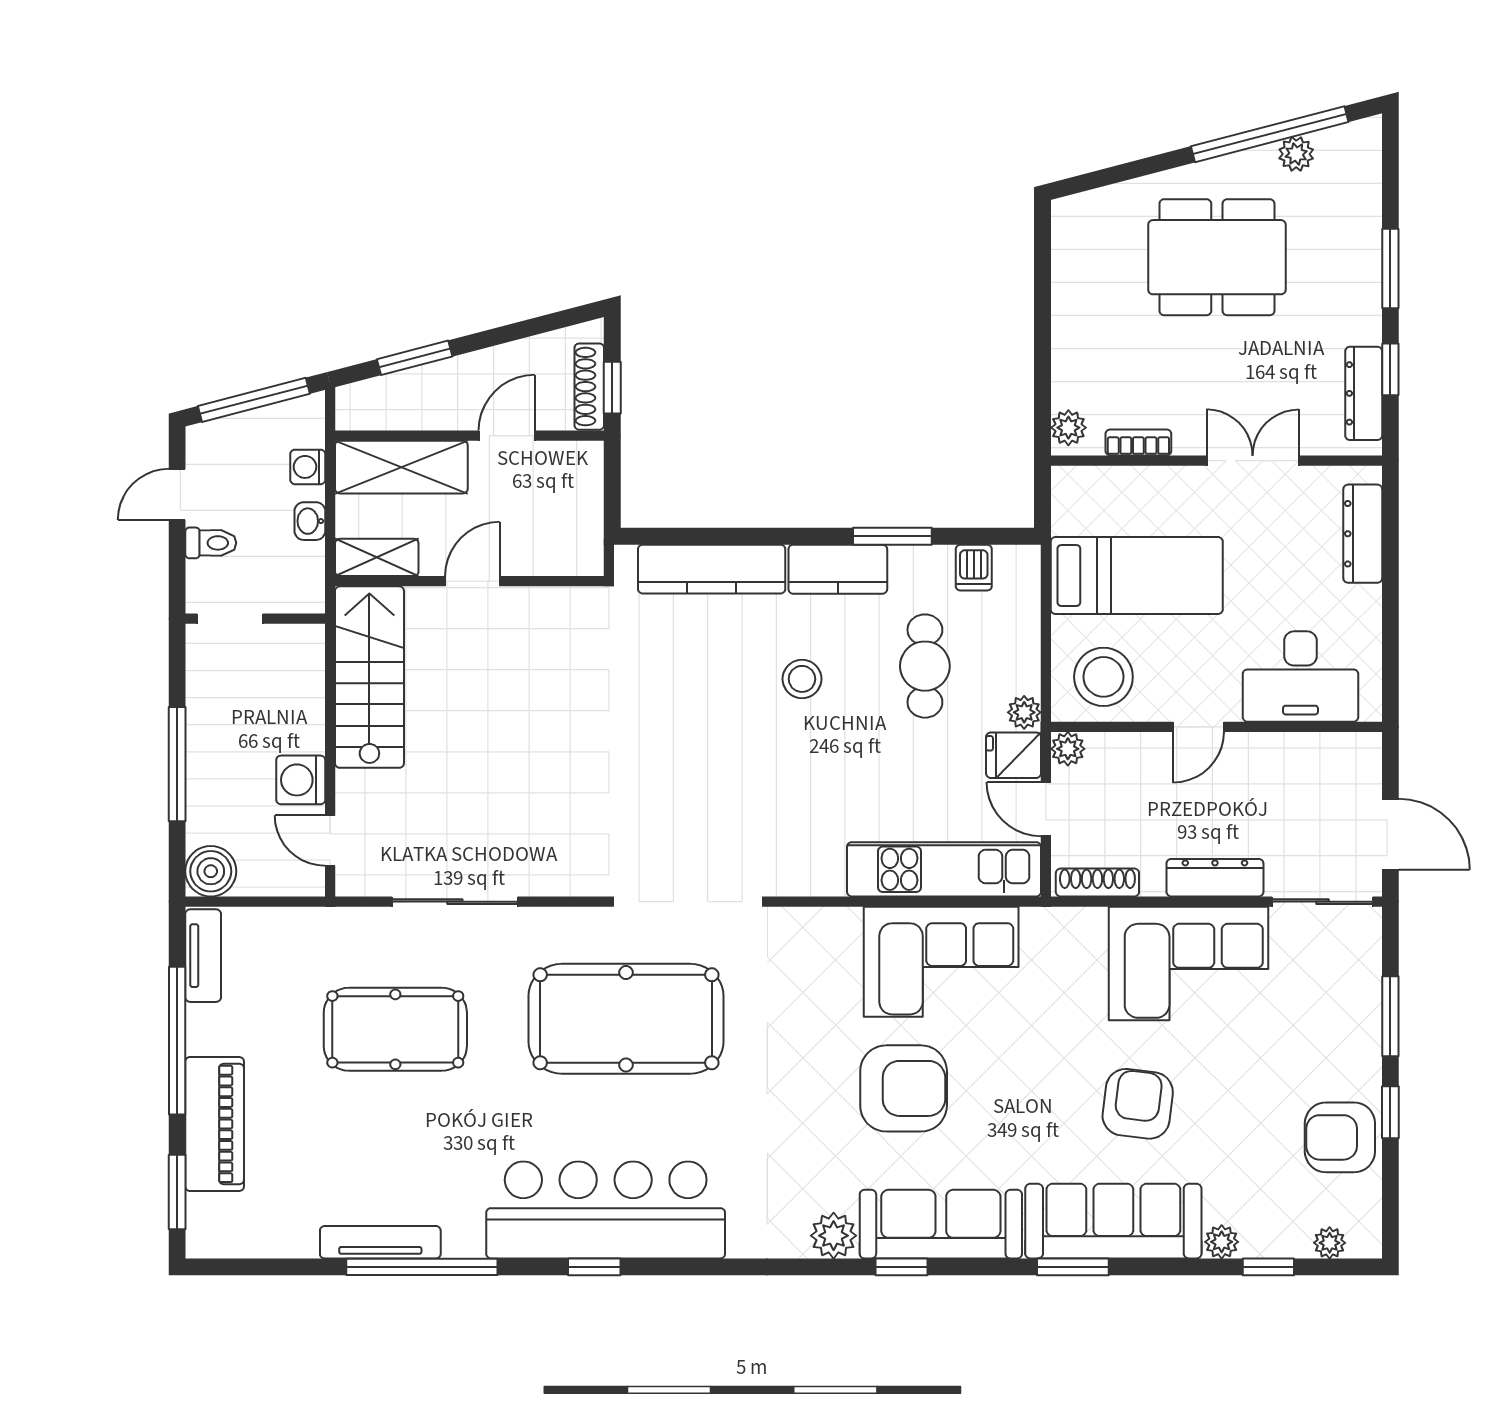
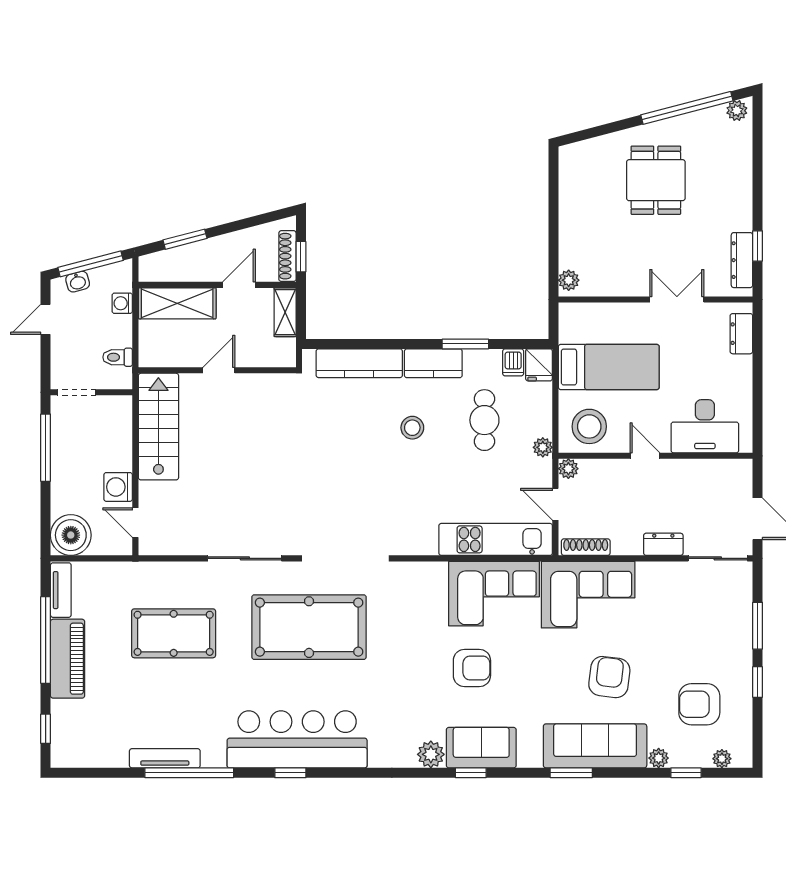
plant: (1296, 154) -> (737, 111), moved
dining table: (1217, 257) -> (656, 180), width x0.73
window: (1390, 269) -> (758, 187), removed
bookcase: (1138, 442) -> (610, 289), removed
washbasin: (310, 521) -> (78, 282), moved, turned -105
dresser: (1363, 534) -> (741, 334), width x0.70
toilet: (211, 543) -> (118, 357), moved, turned 180
shelving: (377, 557) -> (285, 312), moved, turned 90
door: (1198, 727) -> (645, 456), swing flipped
fridge: (1014, 755) -> (539, 365), moved, turned -90
window: (177, 764) -> (46, 448), moved
boiler: (211, 871) -> (71, 535), width x1.37, depth x1.37
dresser: (1215, 878) -> (663, 544), width x0.70
sliding door: (455, 902) -> (245, 558), moved
corner sofa: (1188, 963) -> (588, 595), moved
armchair: (904, 1088) -> (472, 668), width x0.73, depth x0.73
piano: (215, 1124) -> (68, 659), moved
armchair: (1340, 1137) -> (699, 704), moved
window: (177, 1192) -> (46, 729), width x0.67
sofa: (941, 1224) -> (481, 748), width x0.73

